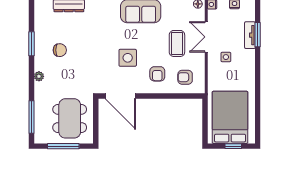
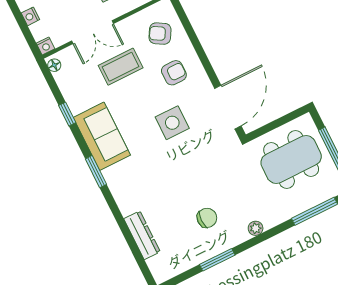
chair: (60, 50) -> (207, 218), turned 90
armchair: (185, 77) -> (160, 34), turned 120

